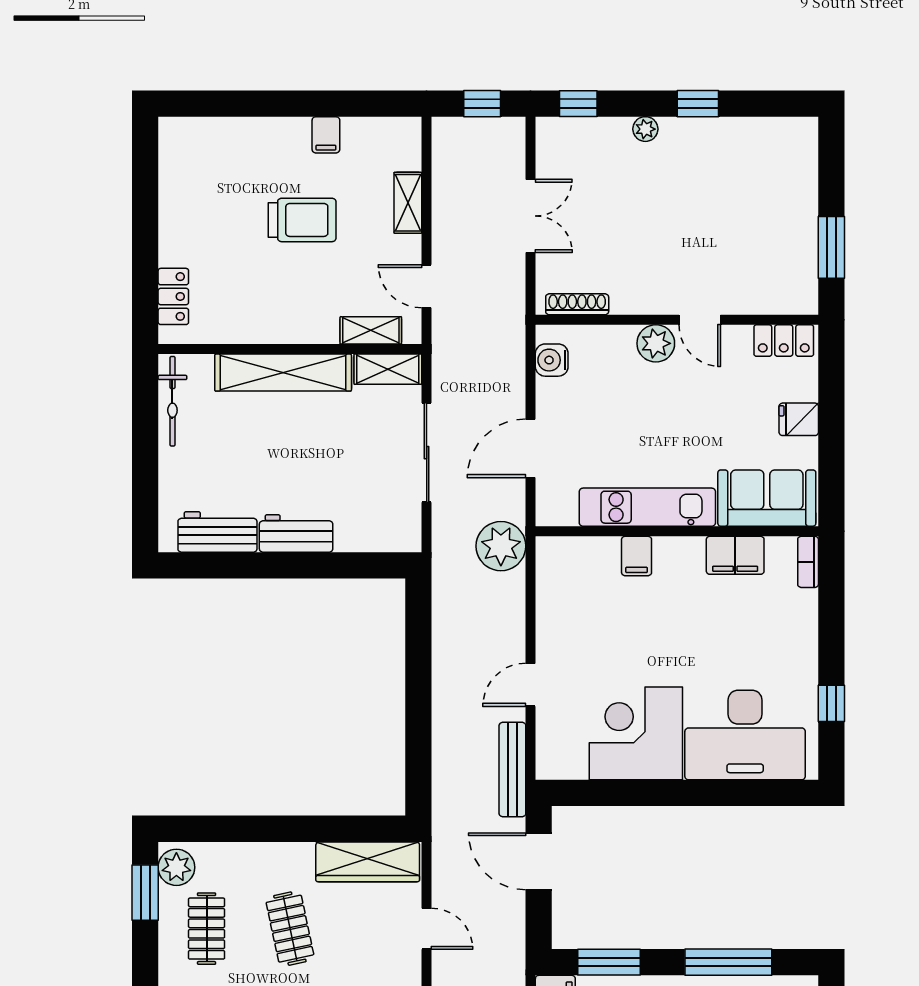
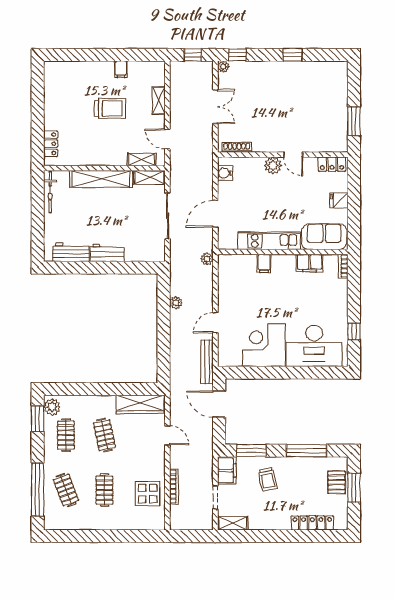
plant: (645, 129) -> (223, 67), moved
plant: (501, 546) -> (207, 259), width x0.53, depth x0.53
plant: (445, 641) -> (176, 303), added

